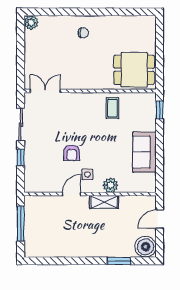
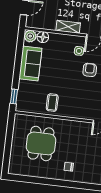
dining table: (134, 70) -> (41, 143), moved, turned 90
plant: (110, 185) -> (30, 36), moved
floor lamp: (133, 186) -> (43, 37), added

